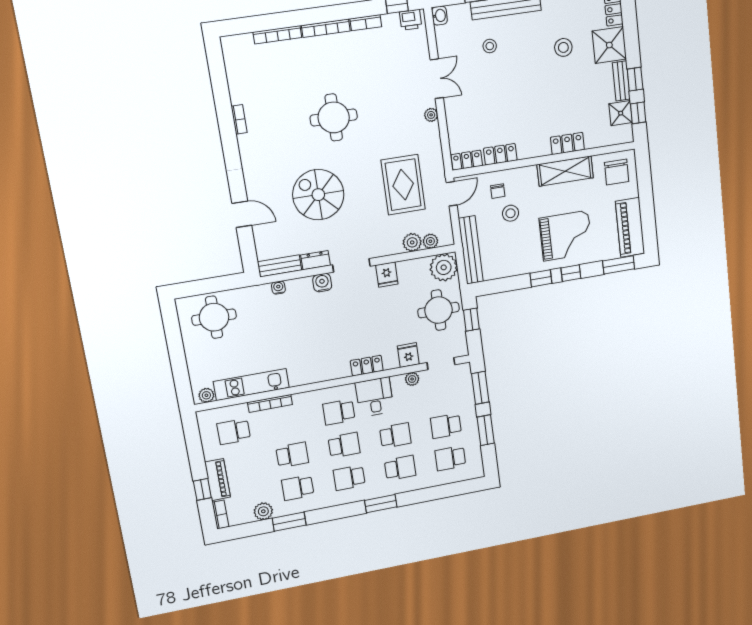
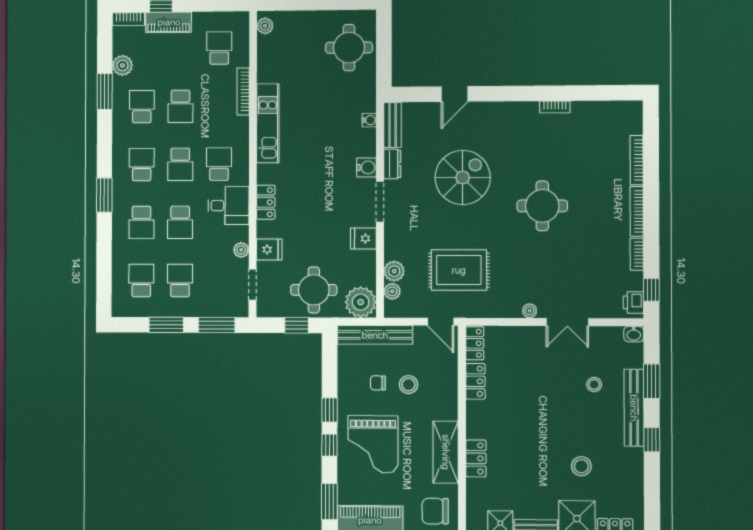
chair: (498, 191) -> (378, 383), moved
kitchen unit: (251, 385) -> (268, 123), moved

